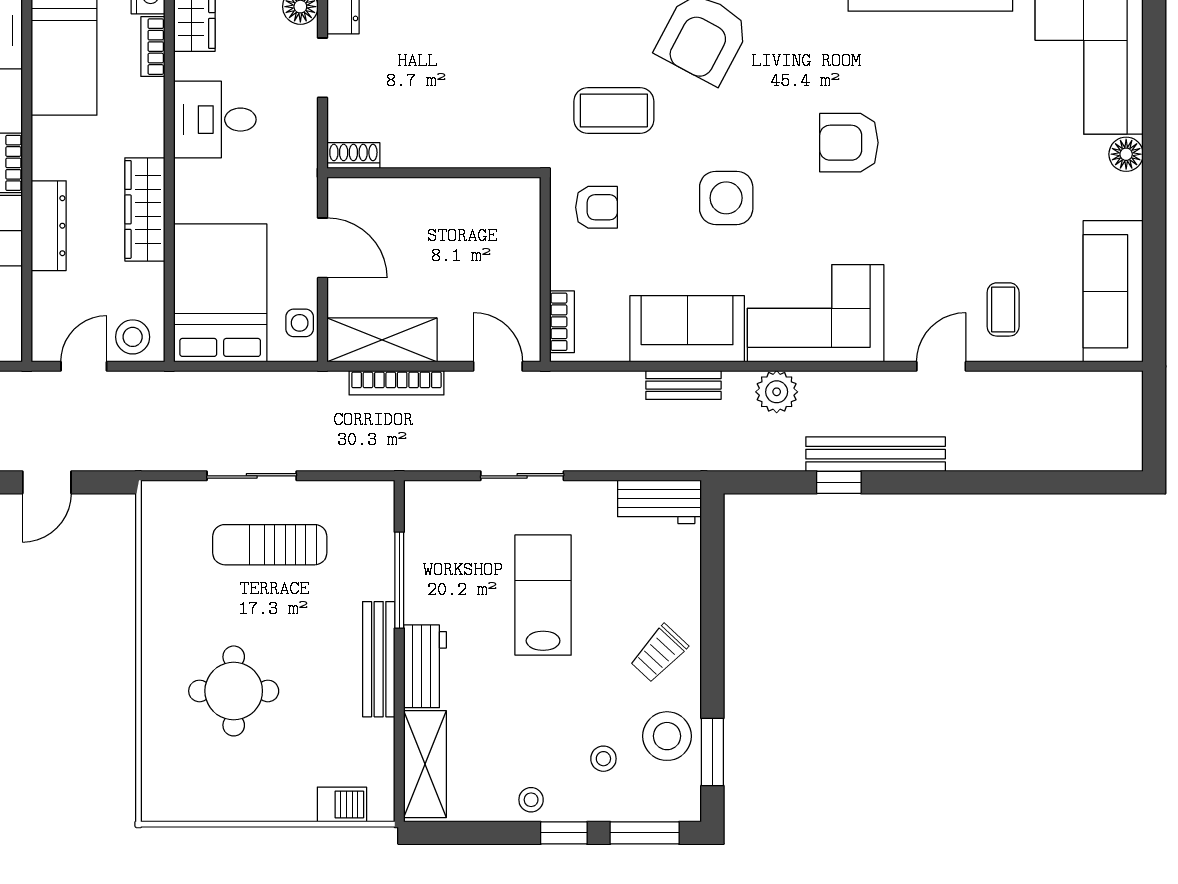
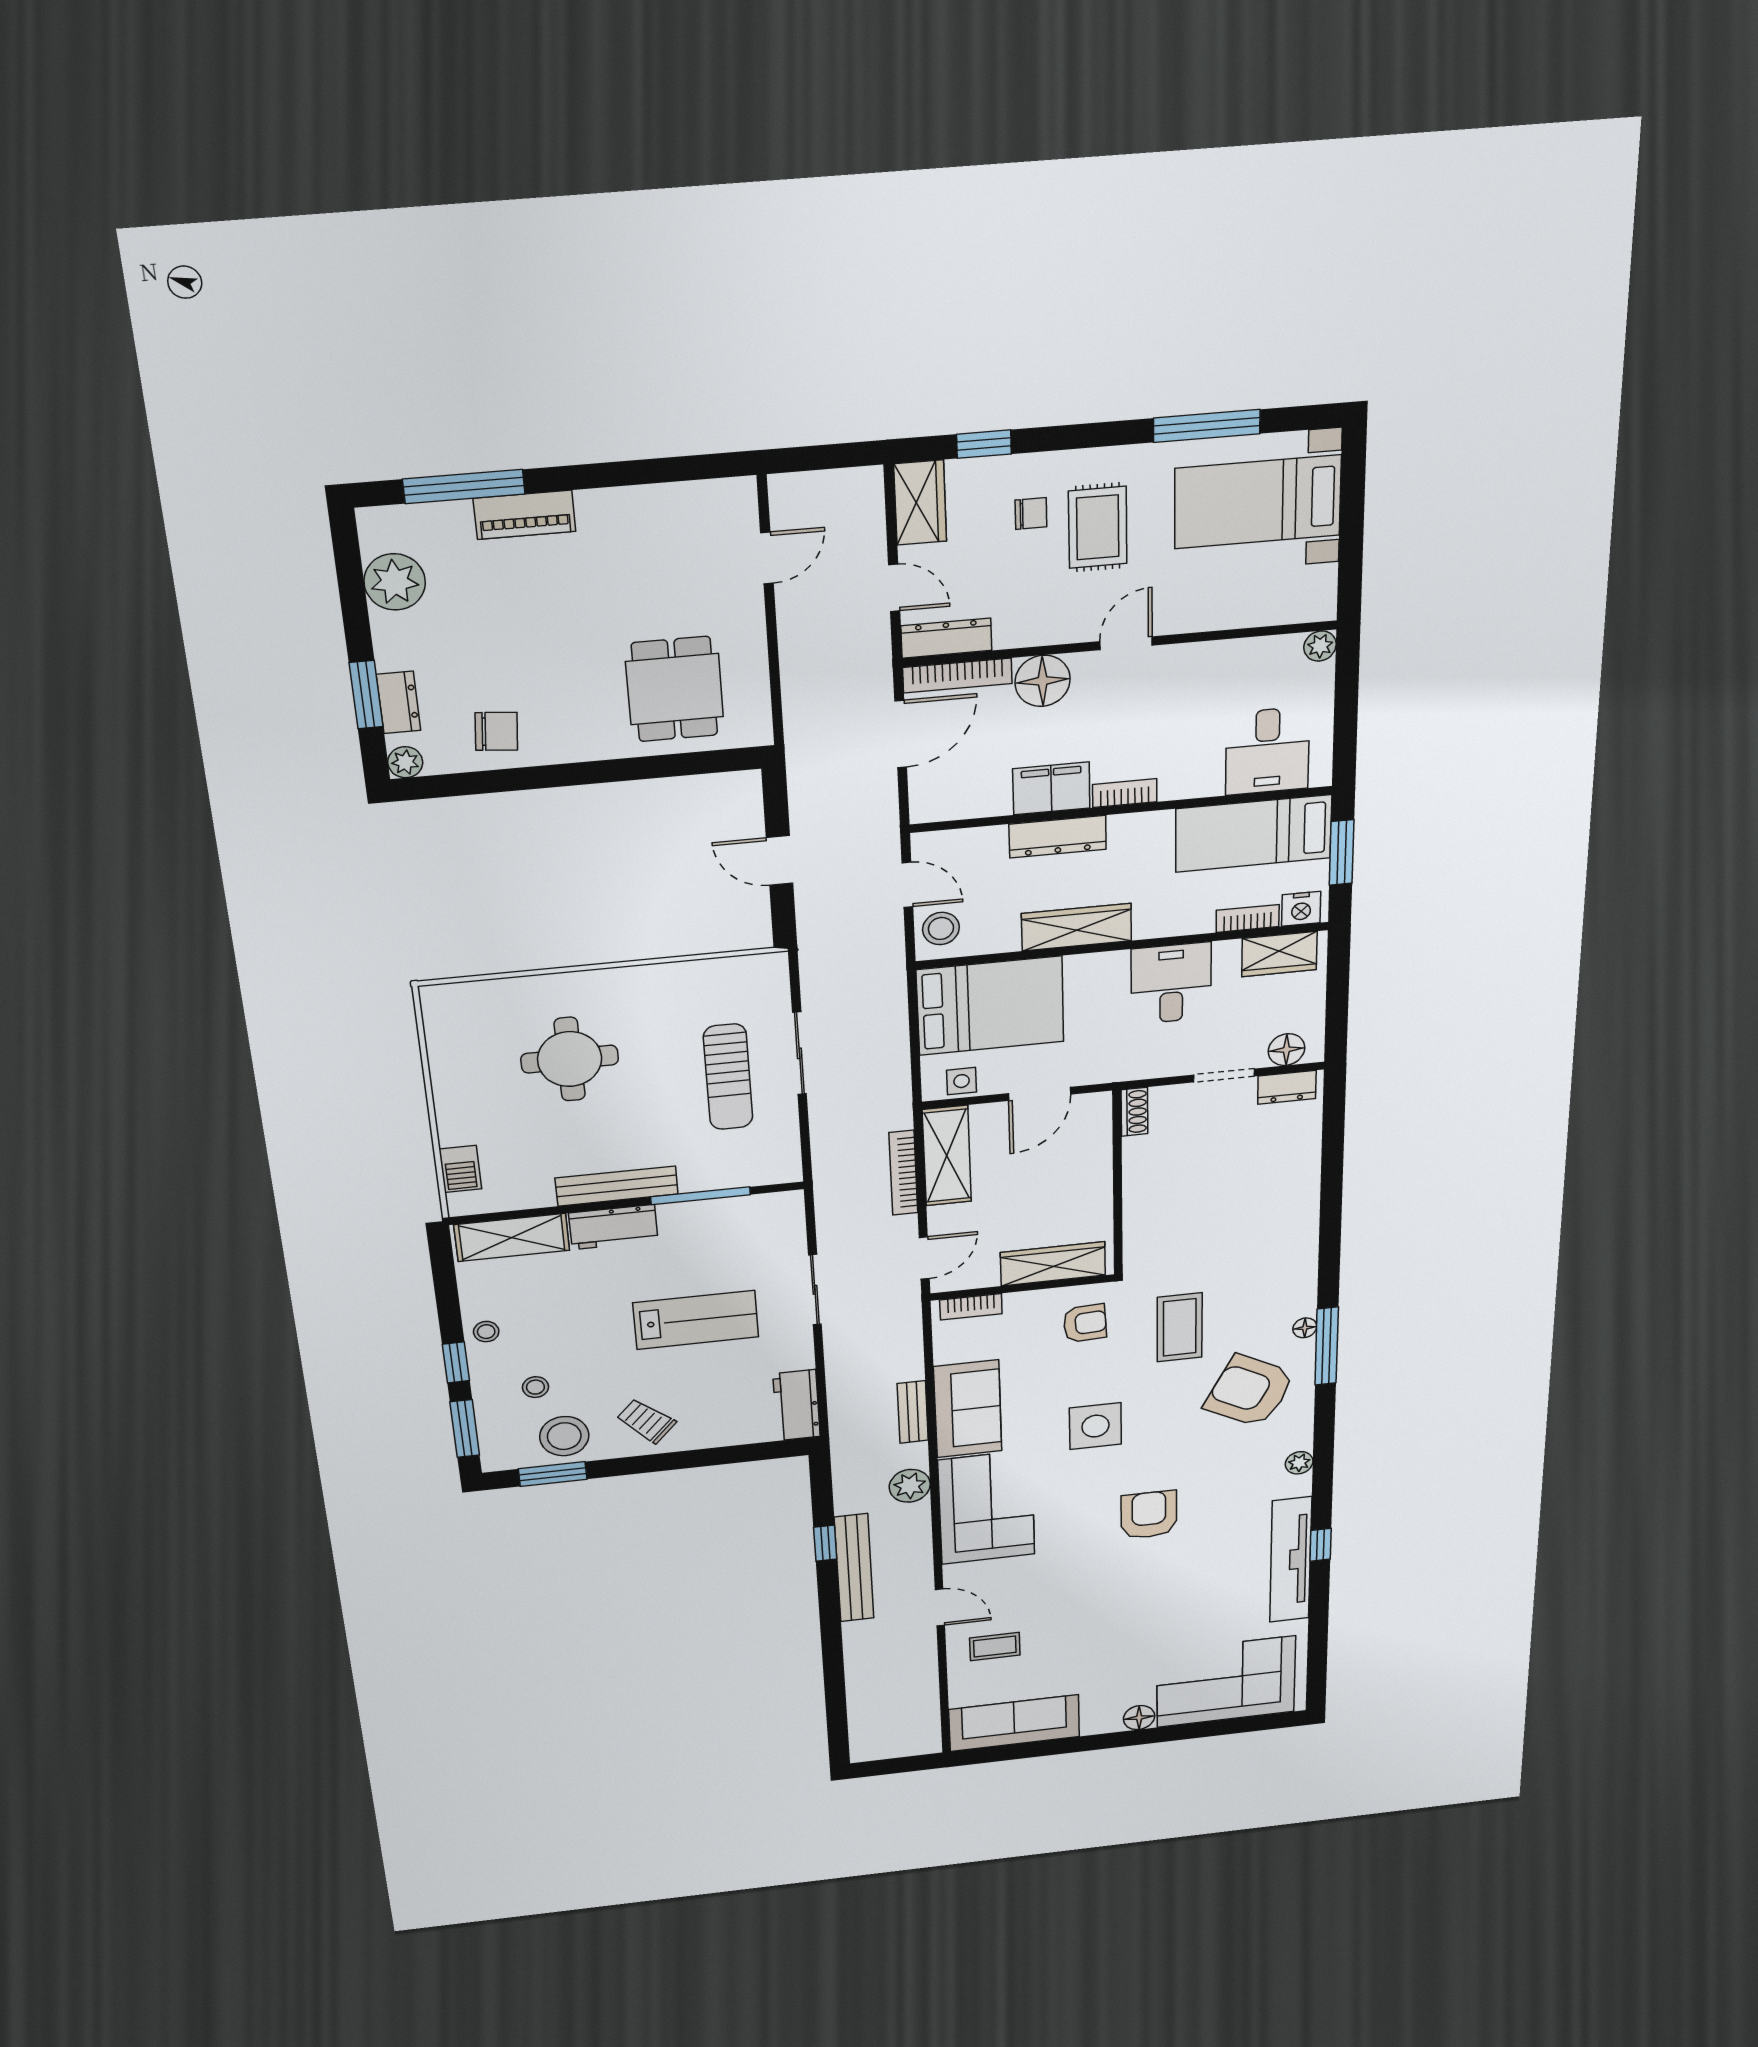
armchair: (596, 207) -> (1085, 1323), turned -93
wardrobe: (521, 238) -> (1053, 1264), added
sun lounger: (270, 545) -> (728, 1077), turned 180

